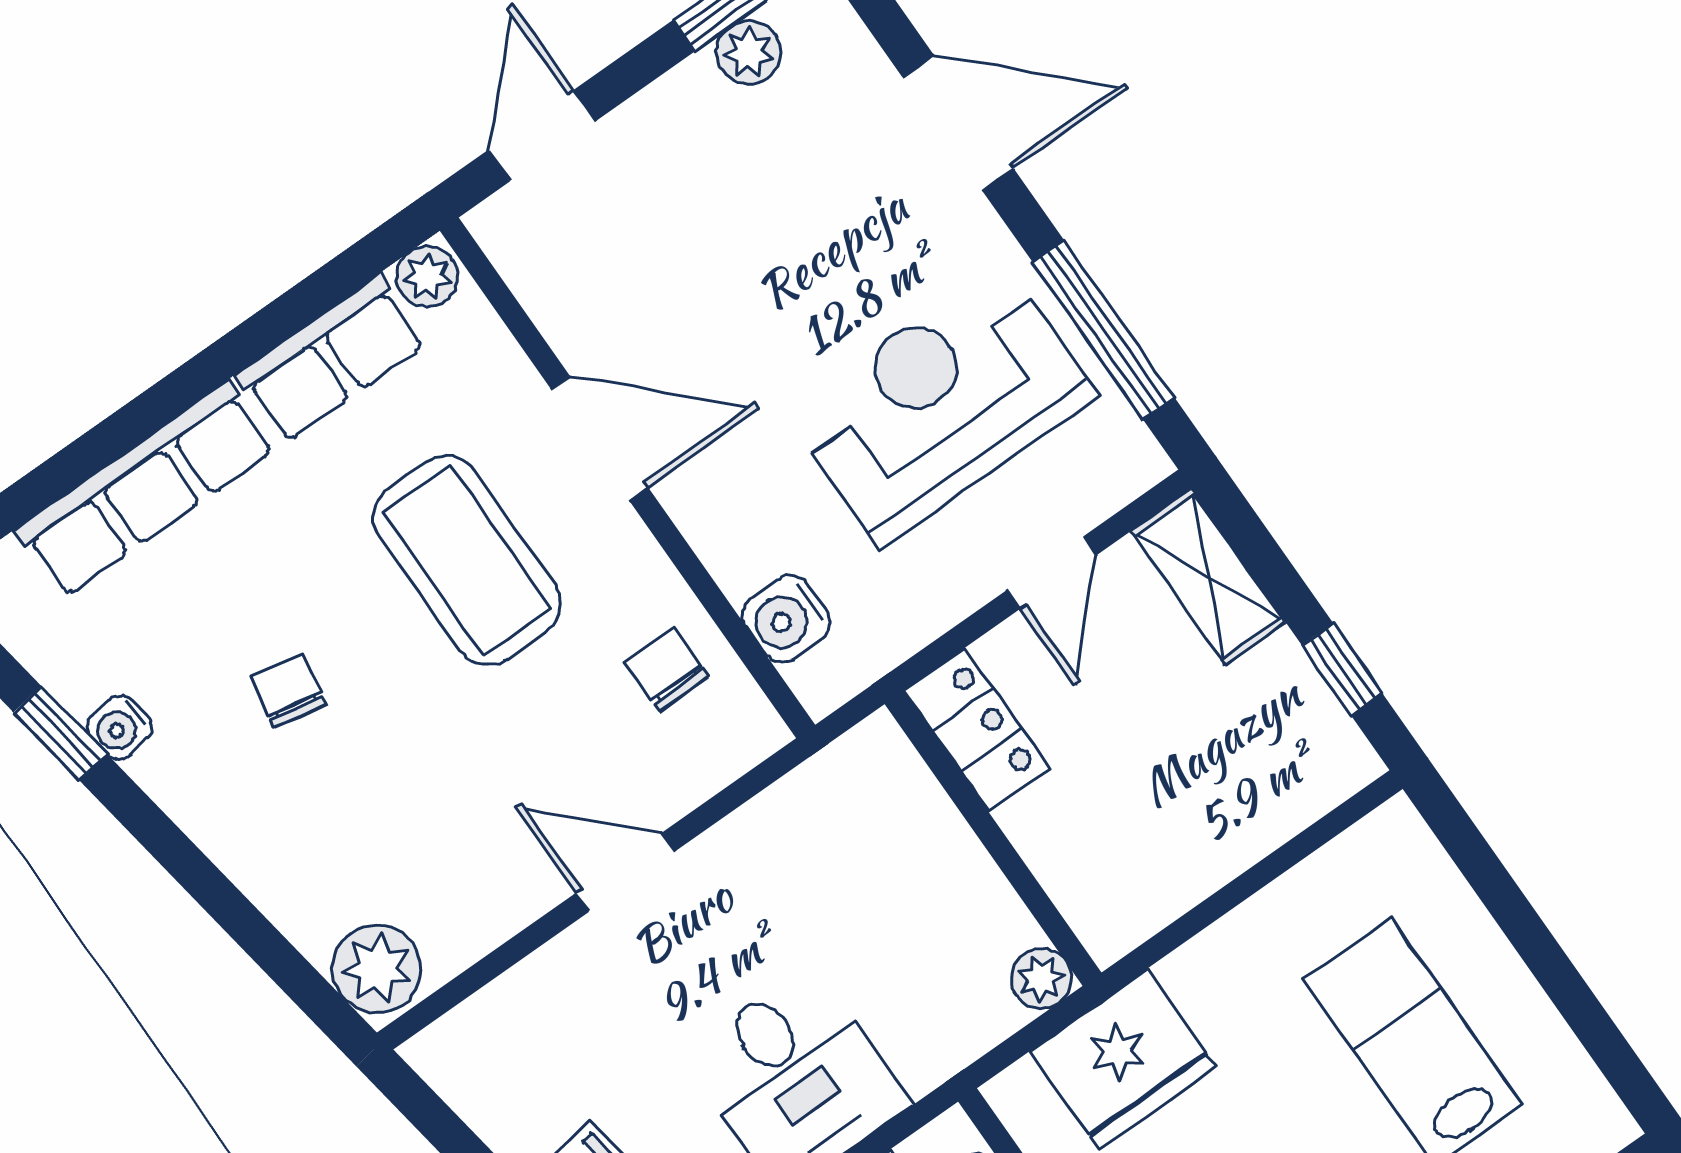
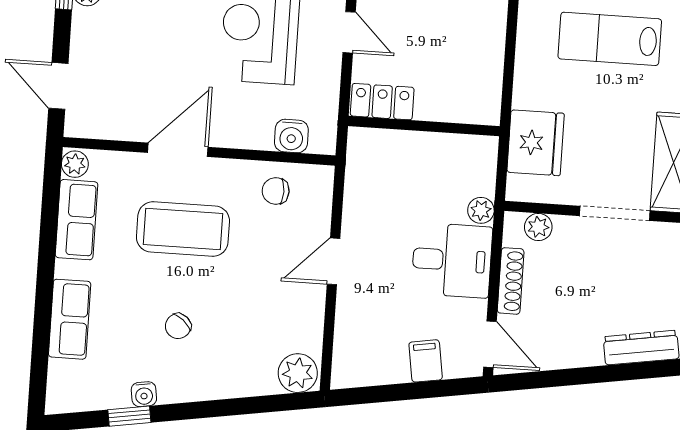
row of seats: (146, 489) -> (70, 319), width x0.68
chair: (289, 690) -> (178, 326), turned -61
plant: (1041, 979) -> (481, 210), moved

